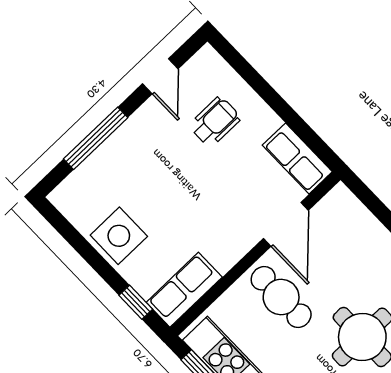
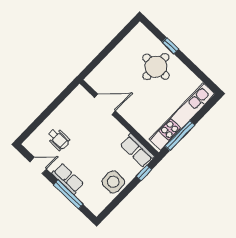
wheelchair: (215, 122) -> (58, 139), turned 180
row of seats: (297, 158) -> (68, 179), moved, turned -90
cafe table: (281, 297) -> (139, 105), removed

